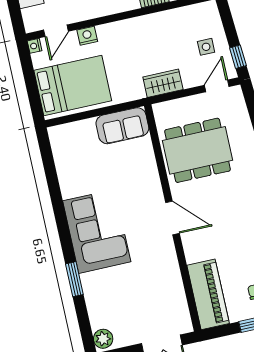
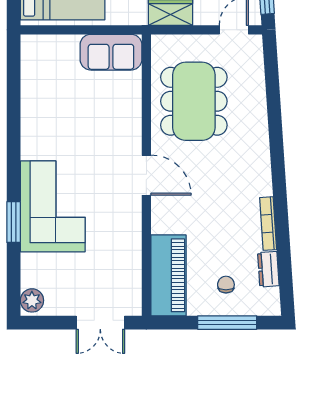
dining table: (197, 150) -> (194, 101), turned 90
corner sofa: (97, 231) -> (53, 206), moved

